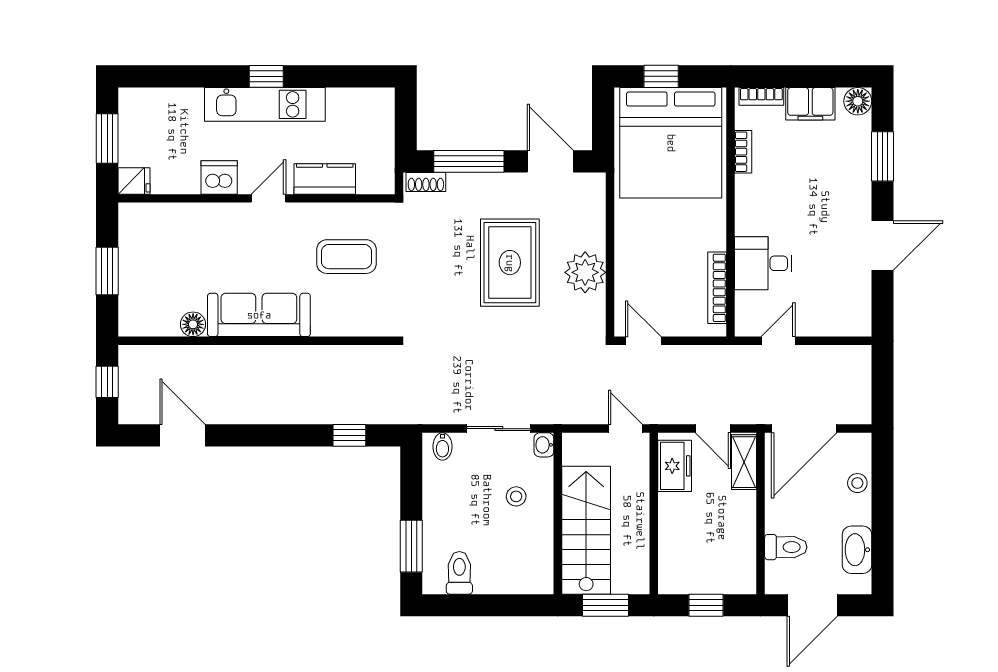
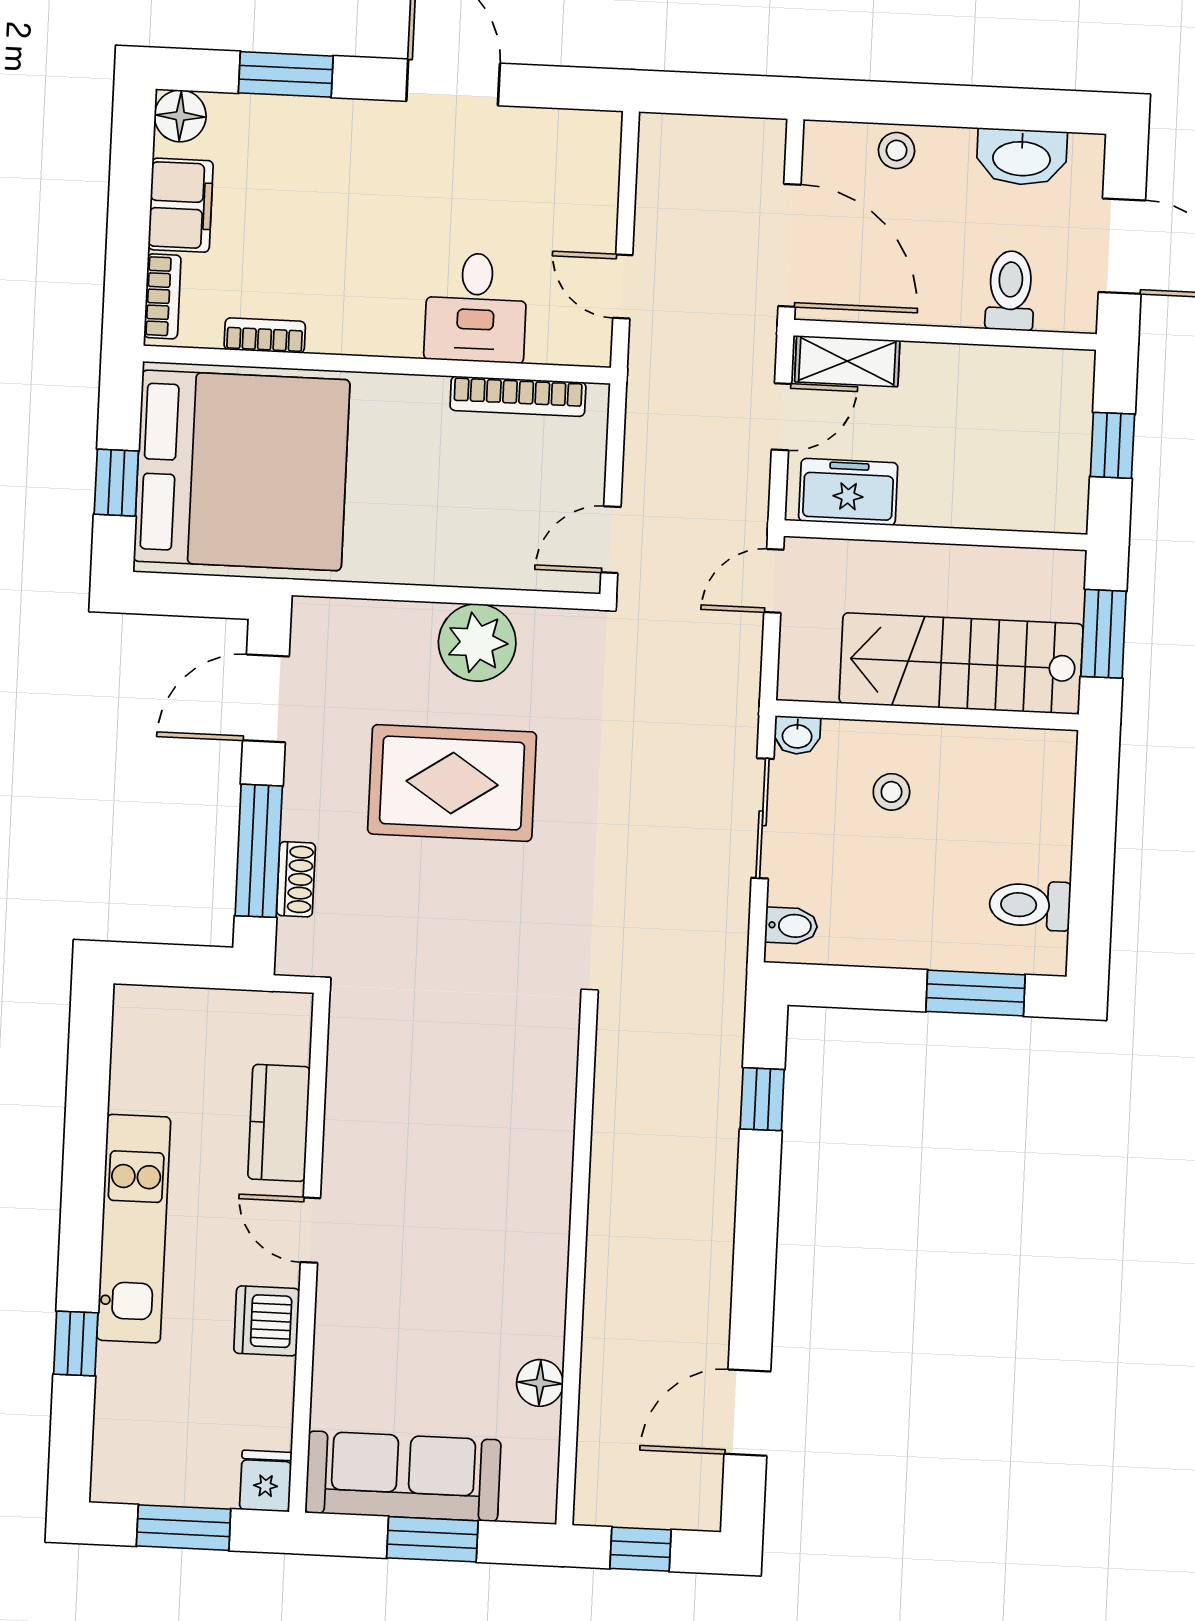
window: (266, 76) -> (76, 1344), moved
shoe rack: (426, 182) -> (296, 879), moved
coffee table: (346, 257) -> (426, 1089), removed
sofa: (259, 315) -> (403, 1476), moved, turned 90

